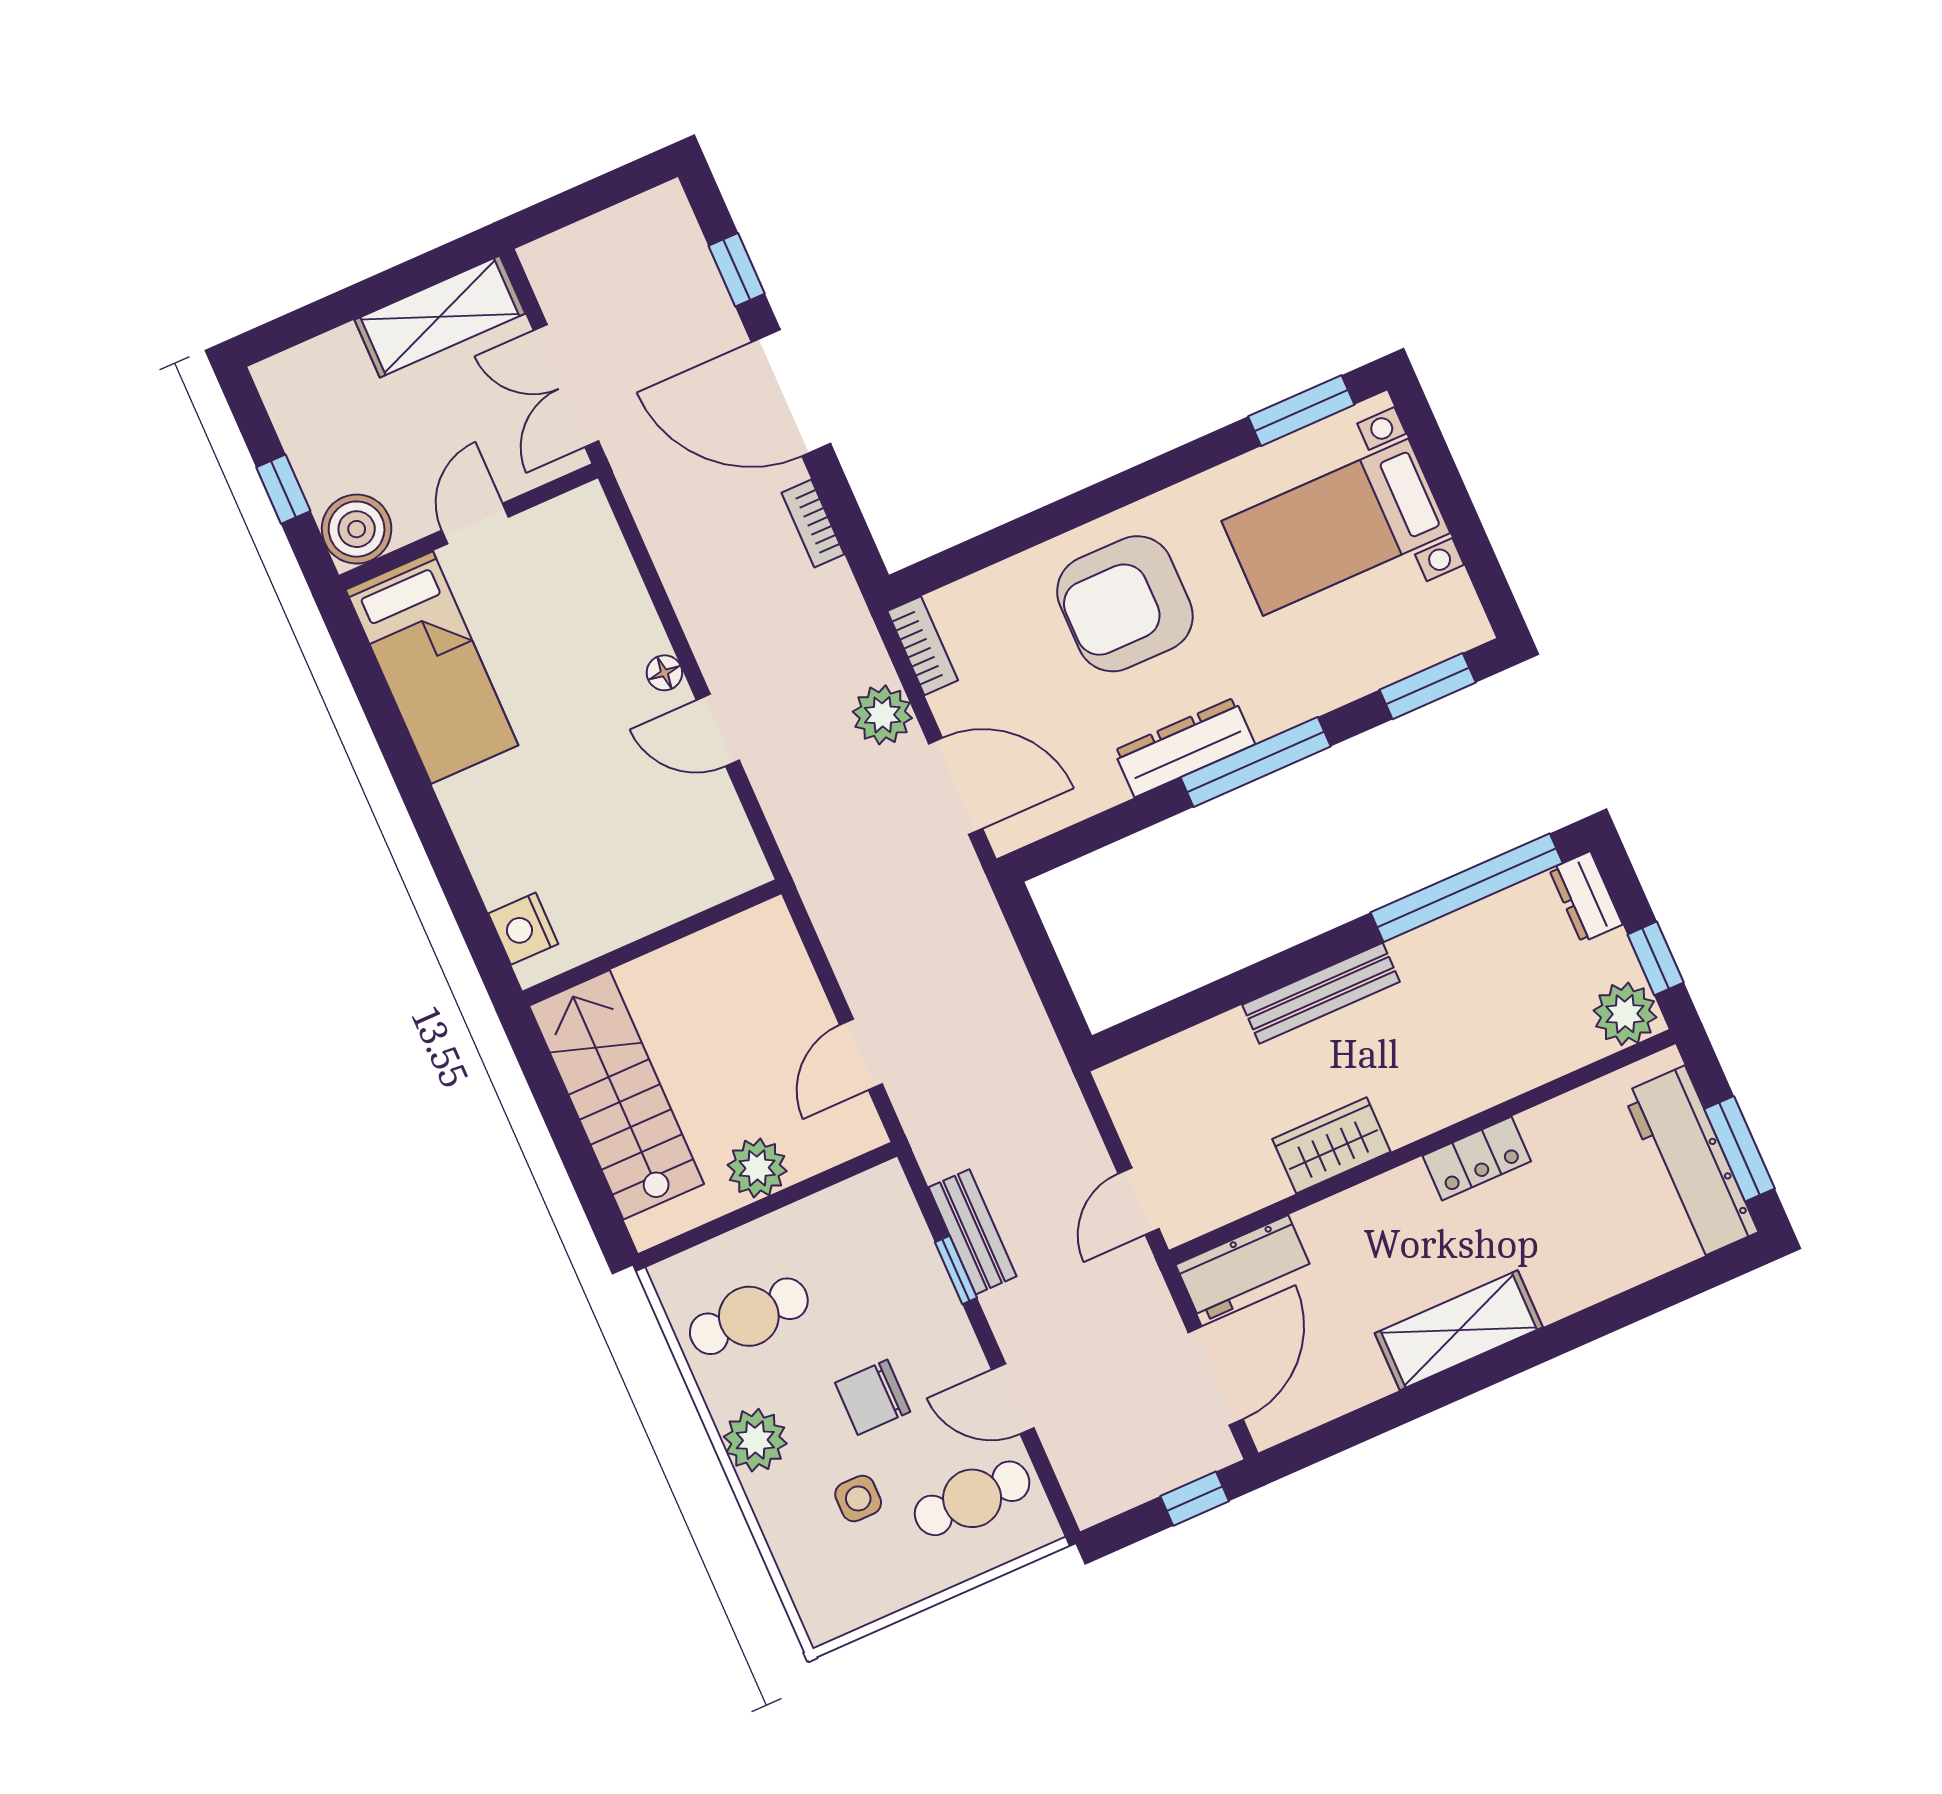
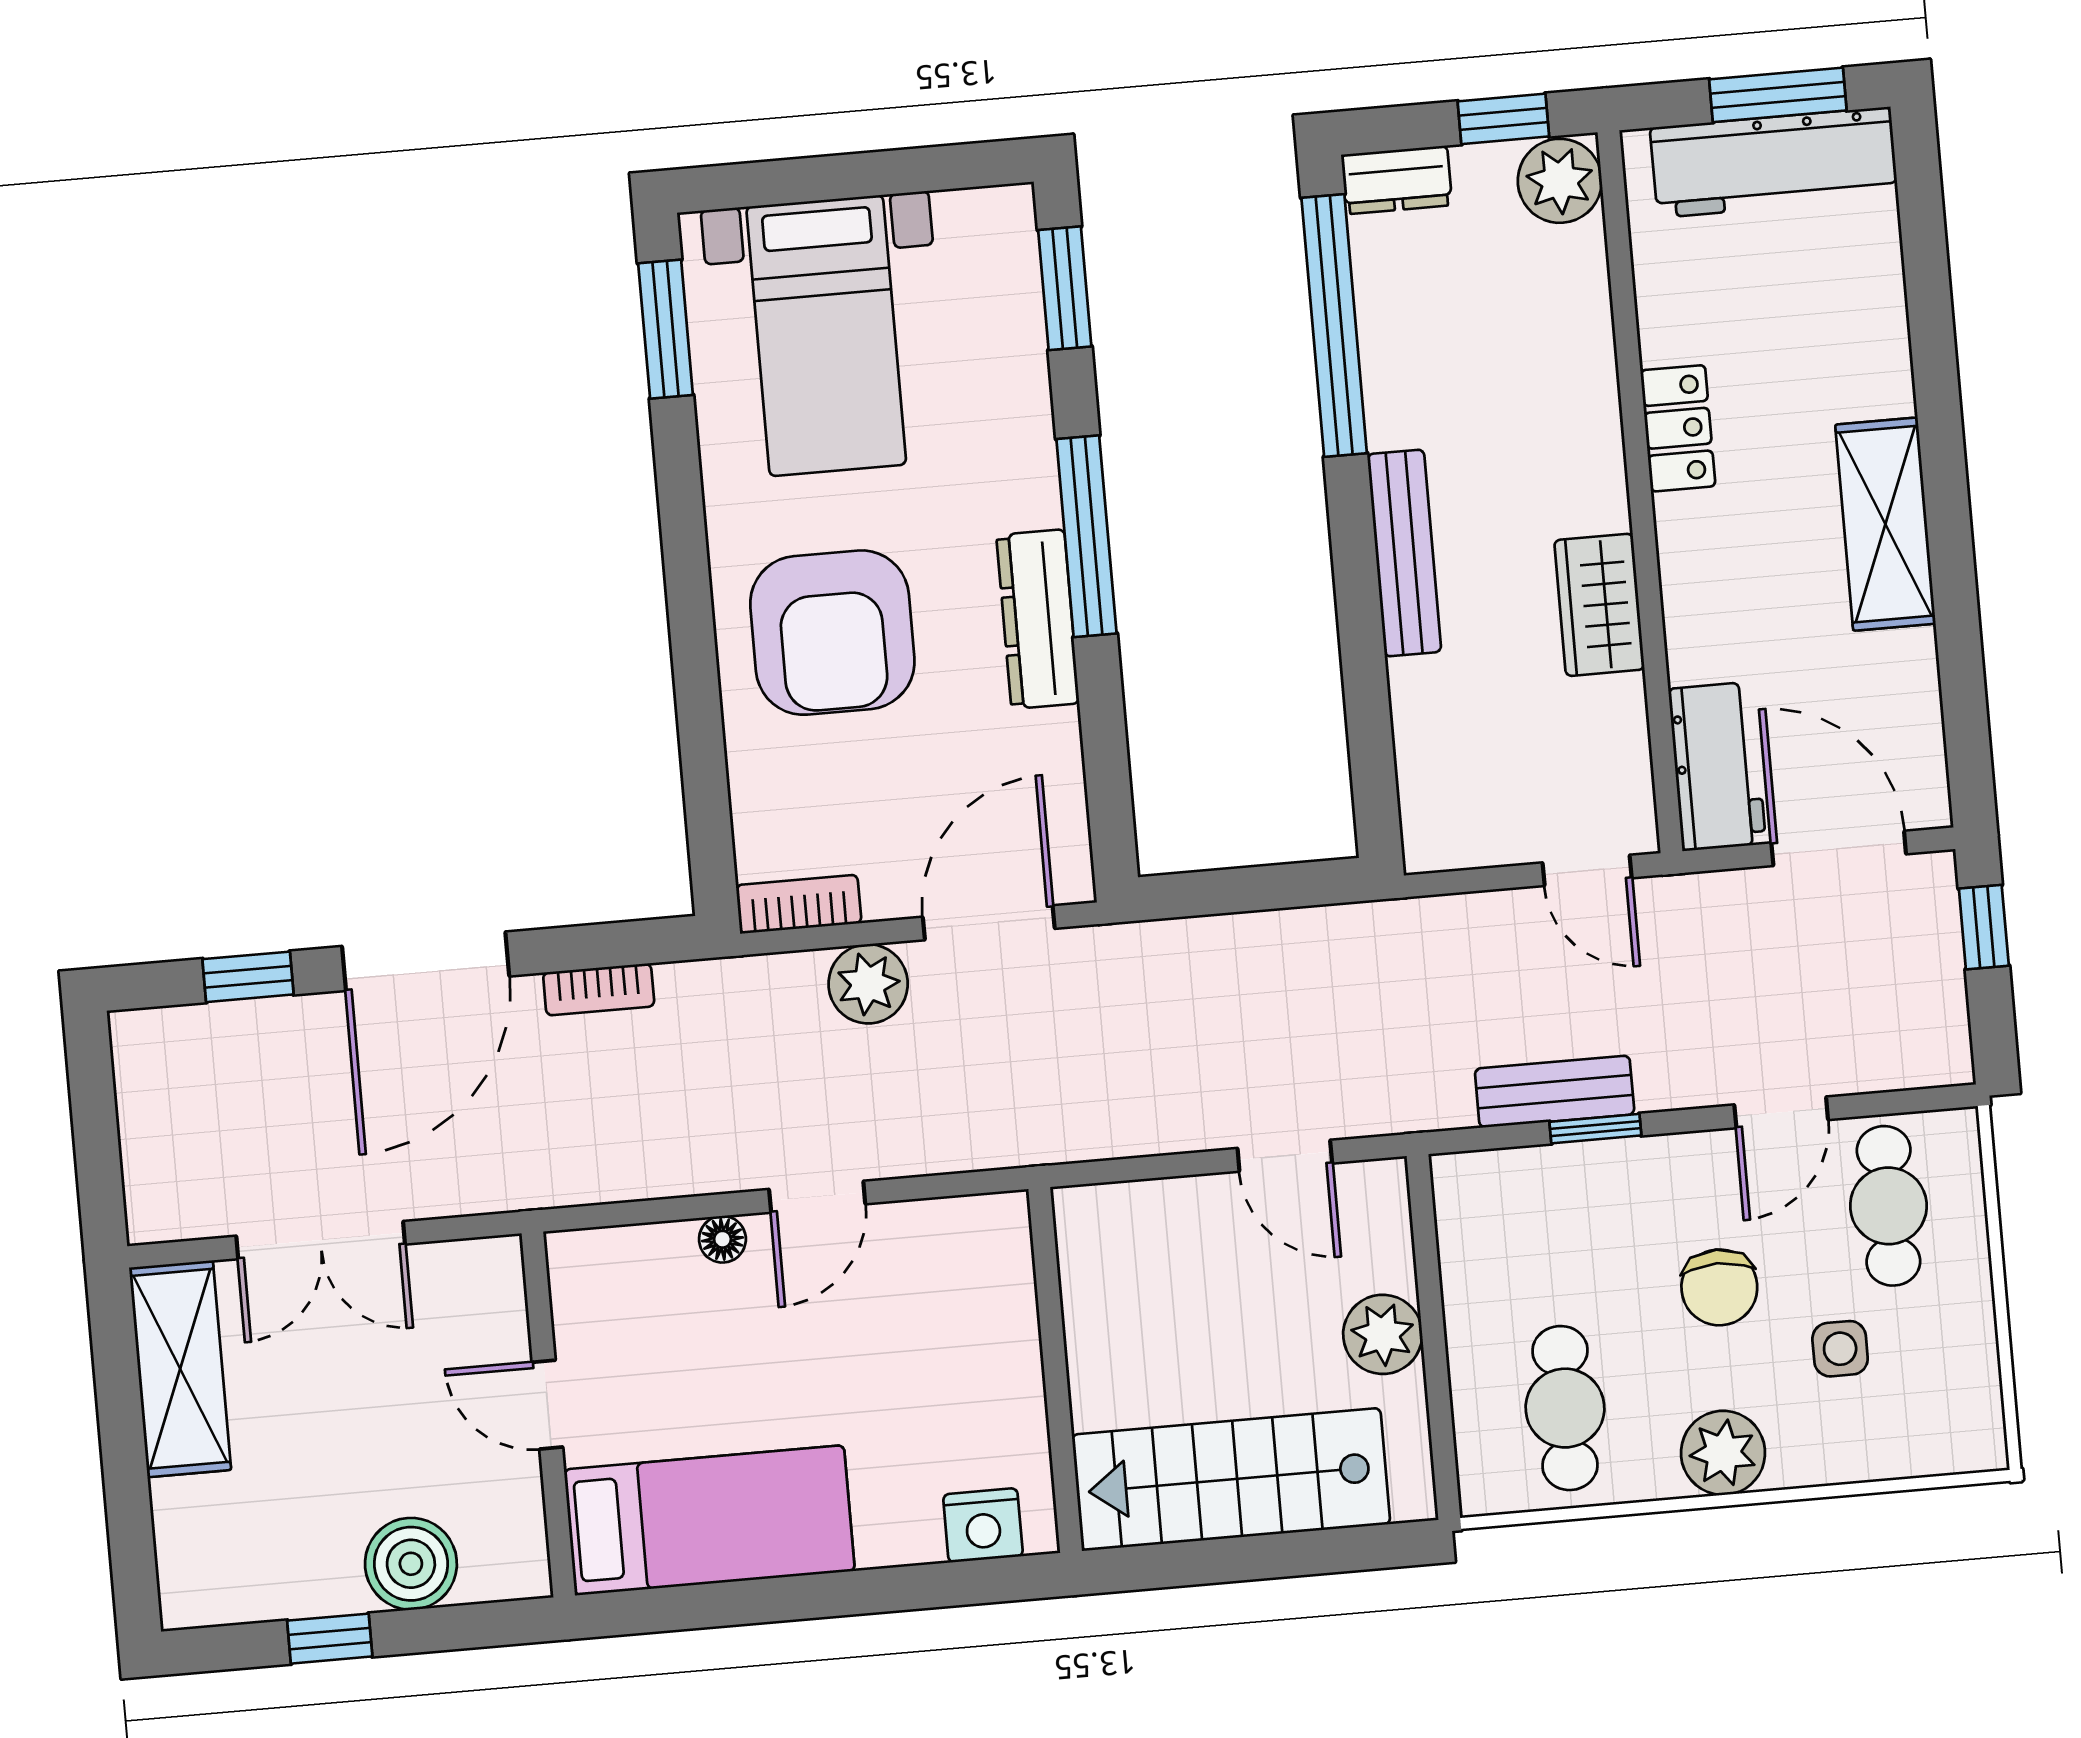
door: (475, 524) -> (547, 1405), moved
wall: (468, 527) -> (548, 1414), moved
bed: (432, 667) -> (709, 1520), moved

